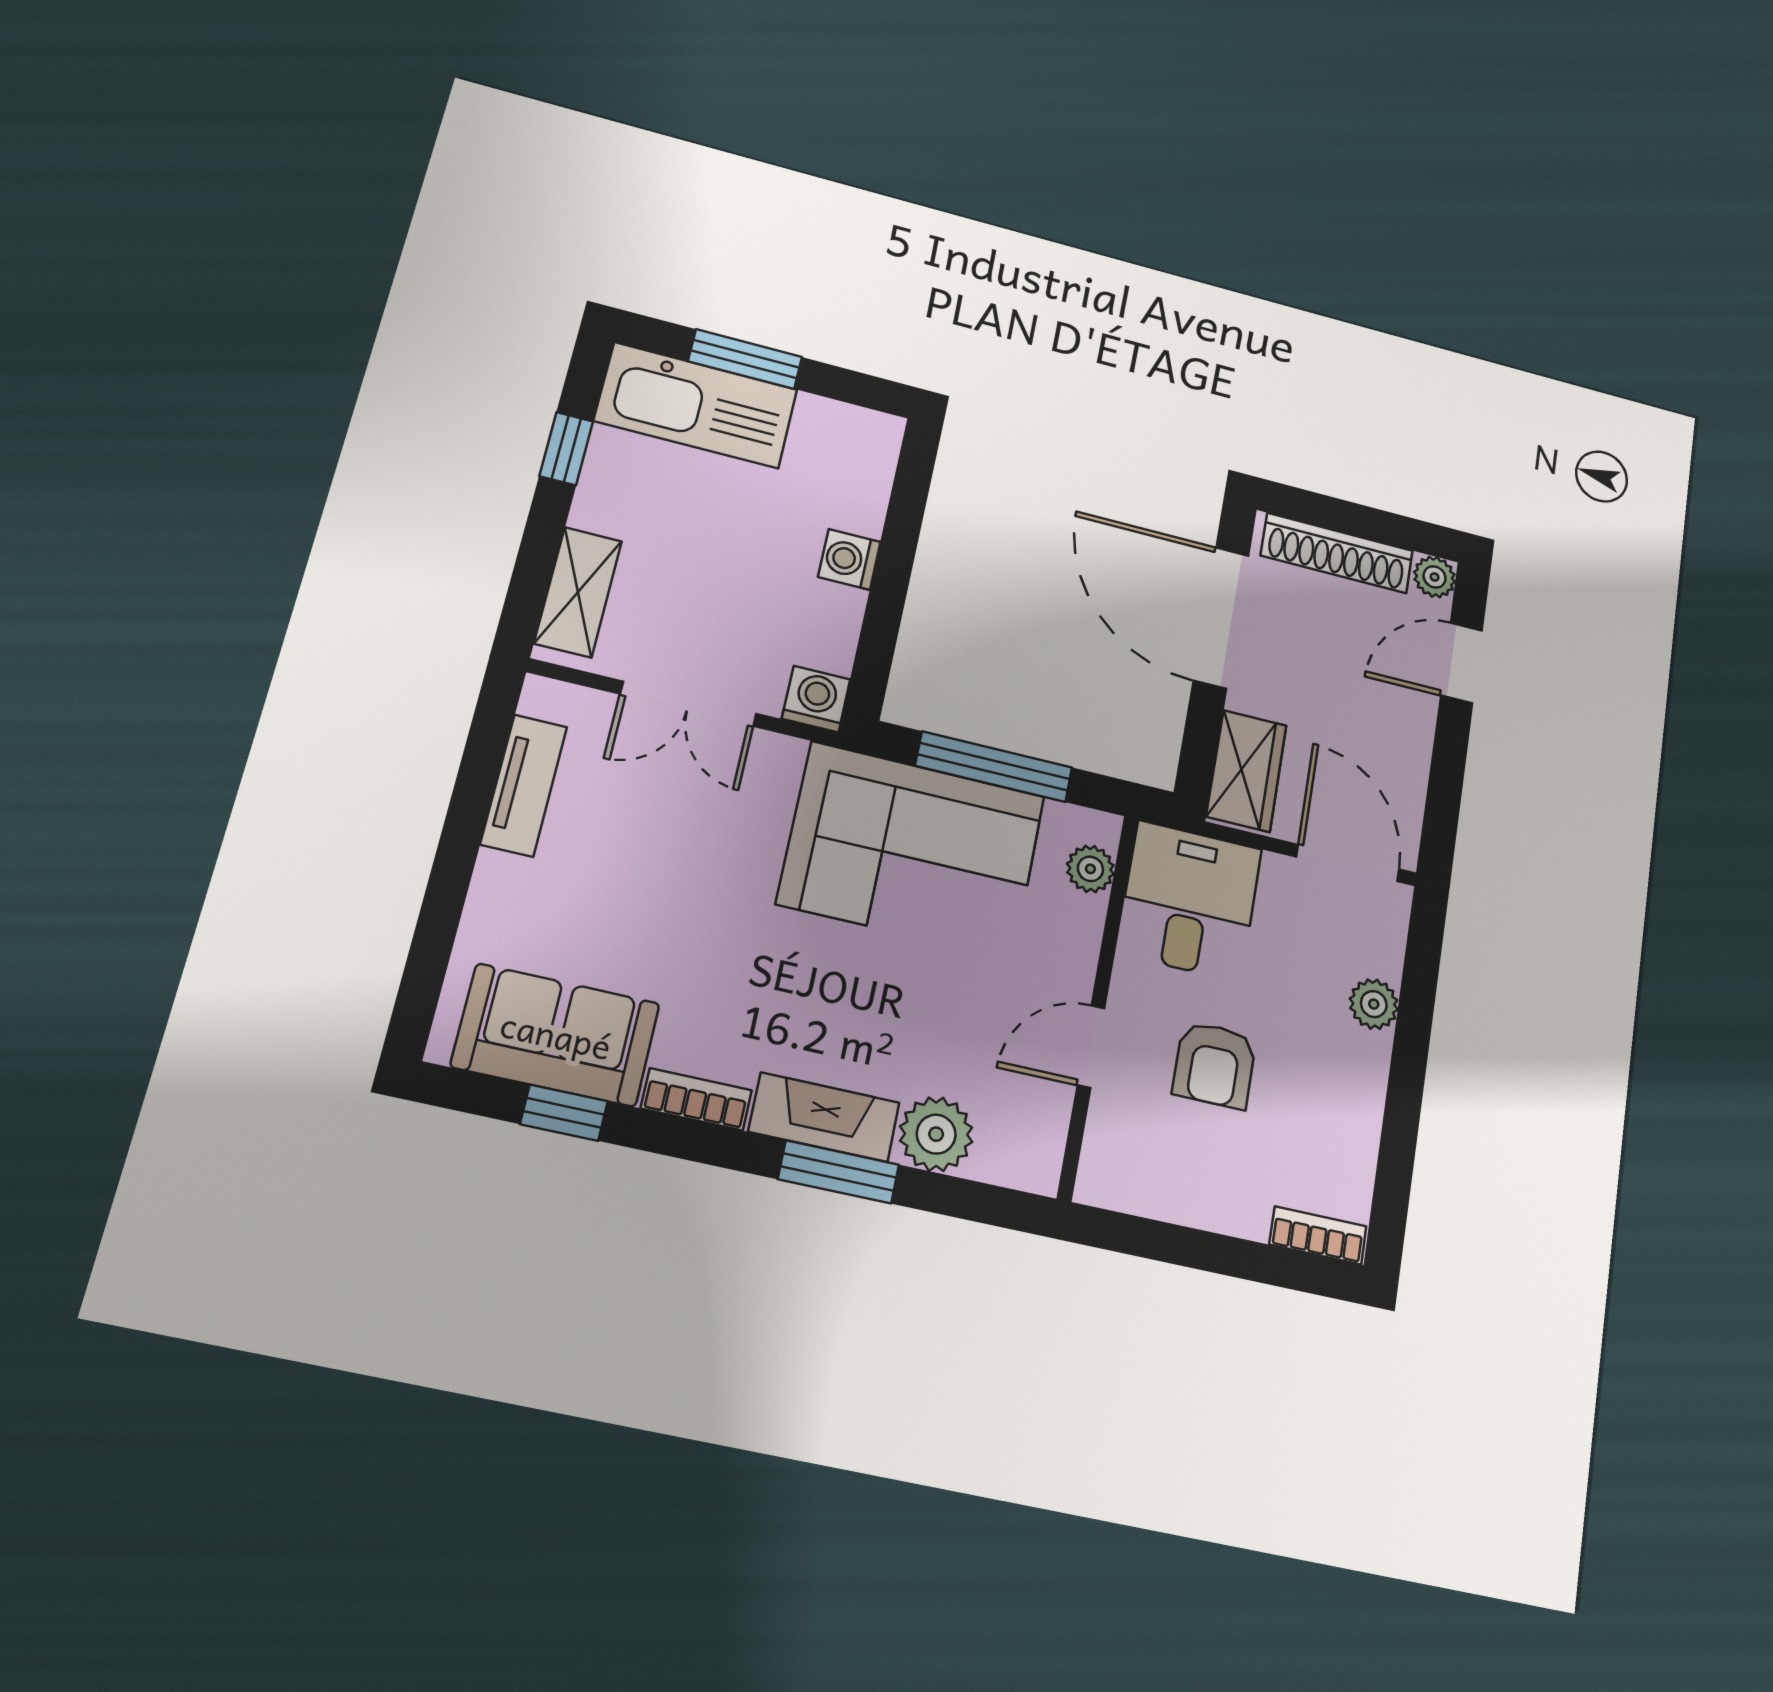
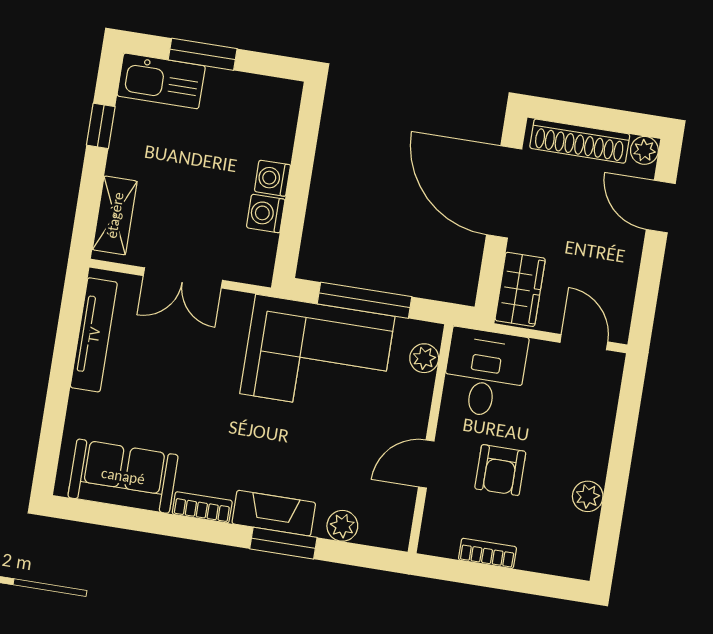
kitchen sink: (696, 405) -> (161, 81), width x0.73, depth x0.81
door: (1461, 663) -> (661, 206), hinge flipped
washing machine: (816, 699) -> (266, 213), moved, turned -90
tv unit: (524, 785) -> (94, 335), width x1.41
door: (1348, 863) -> (584, 342), width x0.73
plant: (1374, 1004) -> (588, 496), moved
window: (564, 1113) -> (131, 519), removed
plant: (936, 1134) -> (342, 526), width x0.73, depth x0.73
bookcase: (1318, 1235) -> (487, 553), moved

